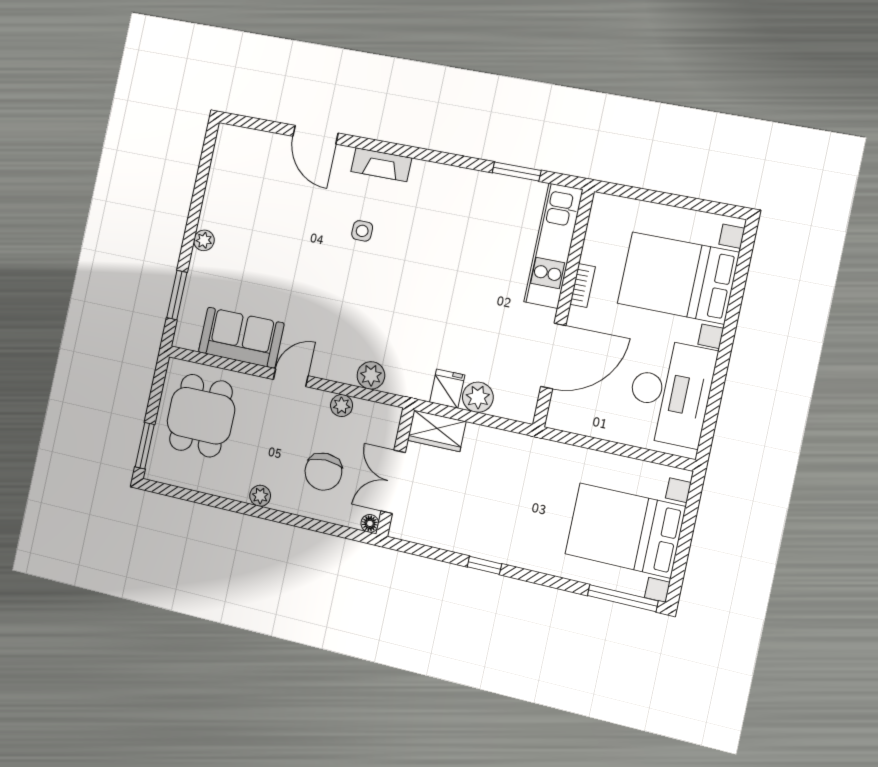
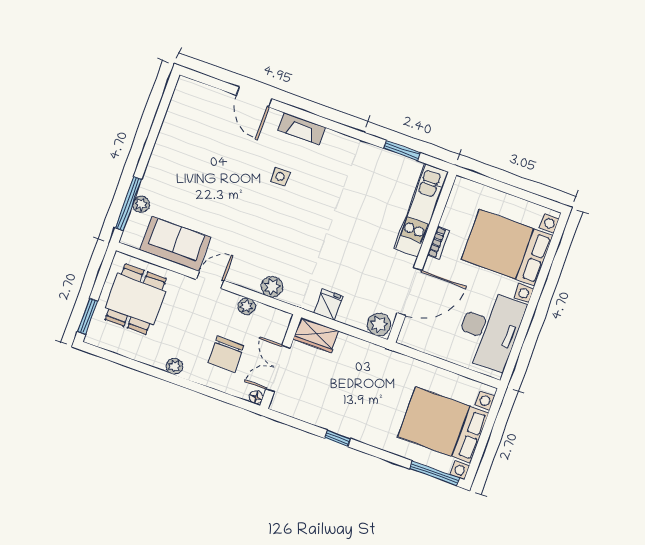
plant: (204, 240) -> (141, 204), moved
window: (177, 295) -> (128, 203), width x1.44
plant: (478, 397) -> (379, 325), moved

